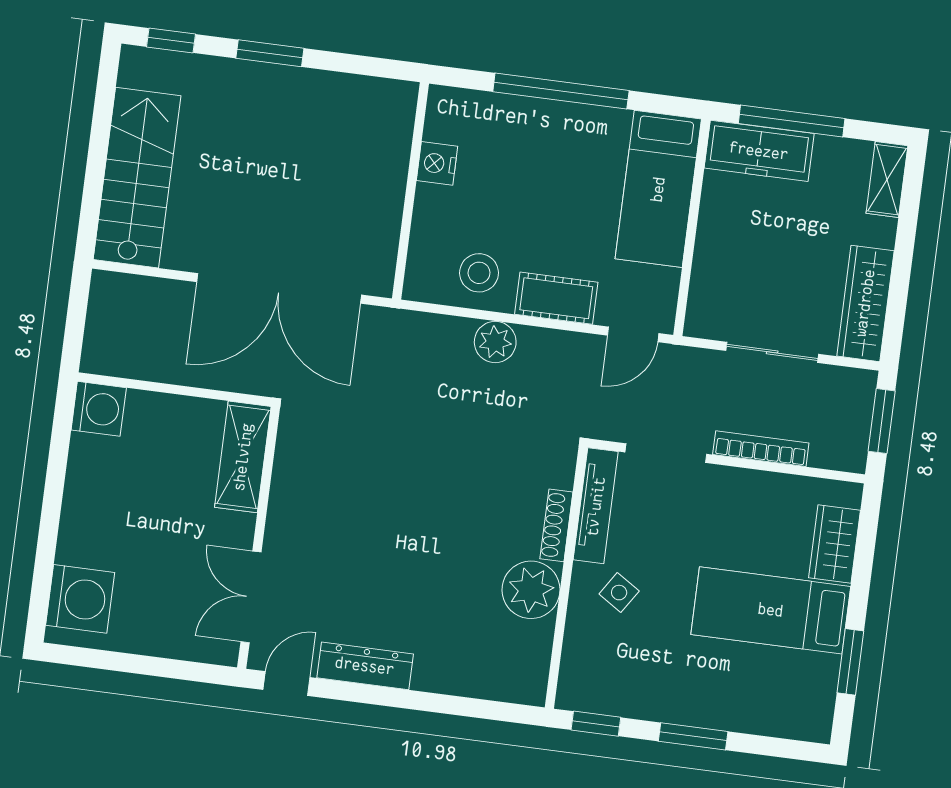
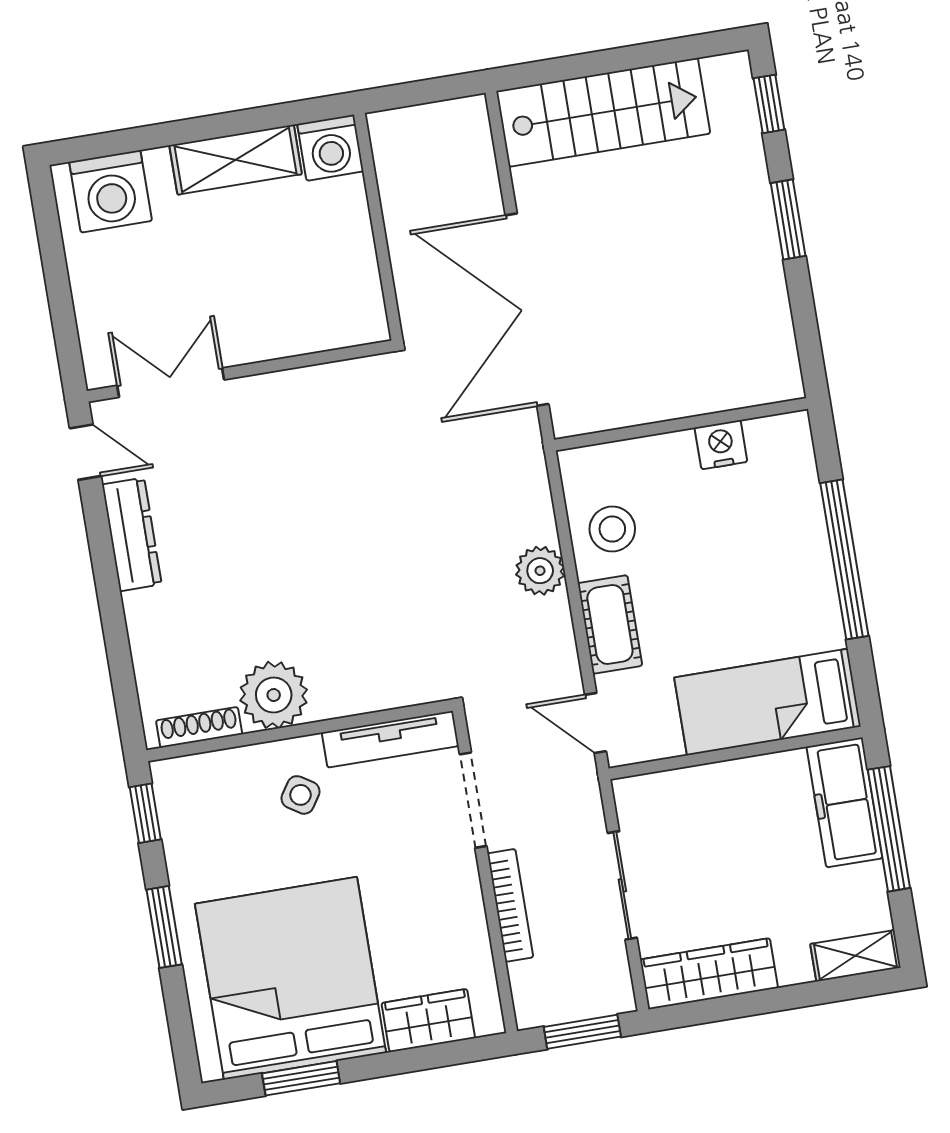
shelving: (243, 457) -> (236, 160), moved
shoe rack: (556, 525) -> (199, 727), moved
bed: (771, 610) -> (290, 978), width x2.04

